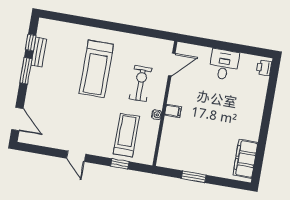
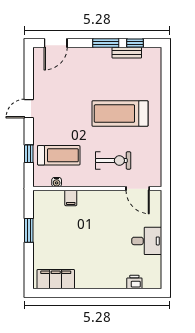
printer: (264, 68) -> (134, 282), moved
filing cabinet: (173, 111) -> (71, 198), moved
water cooler: (157, 115) -> (57, 182), moved

